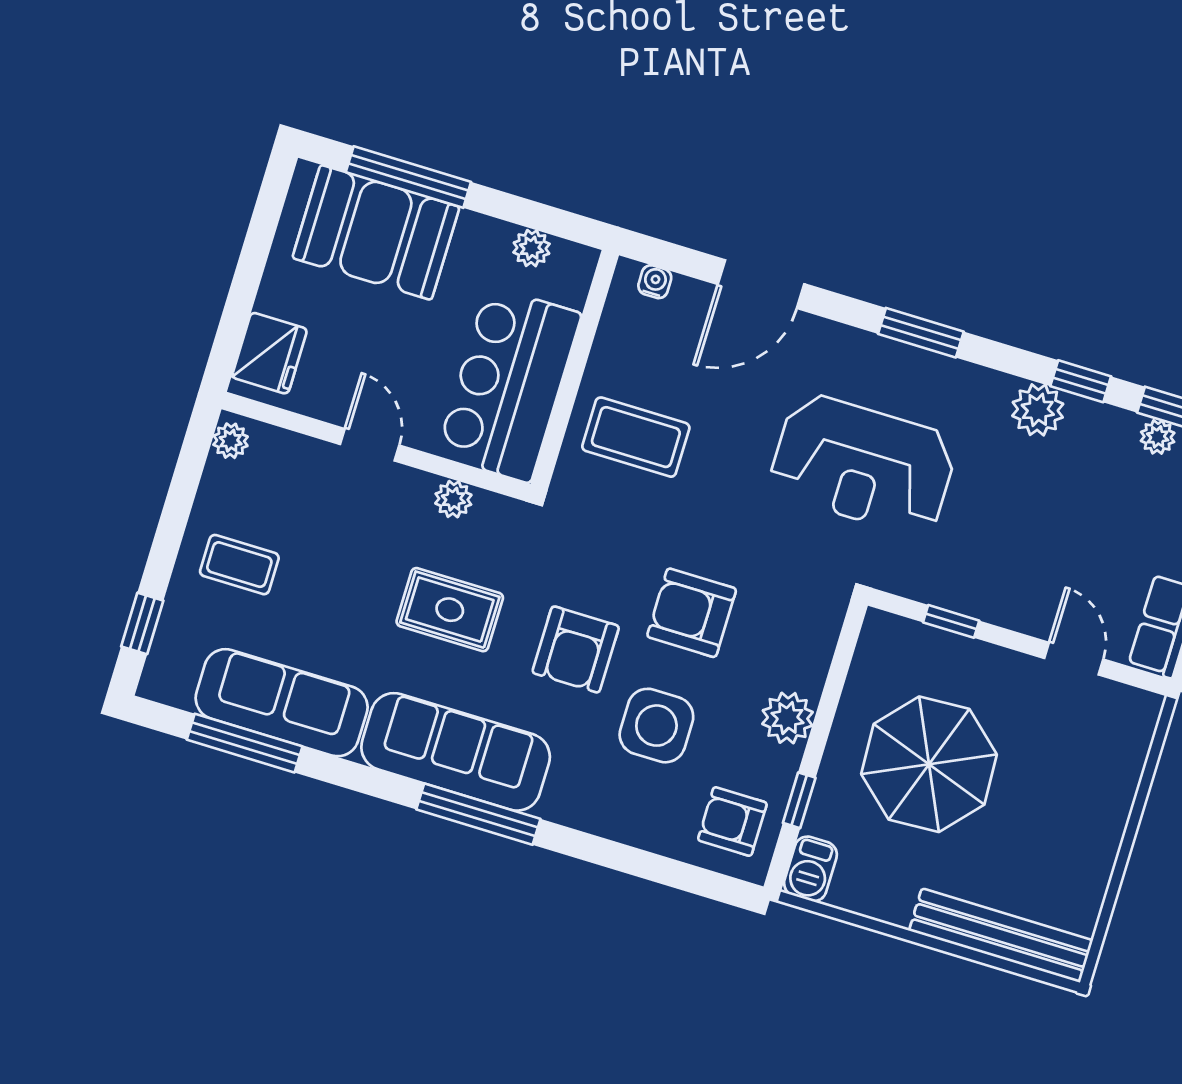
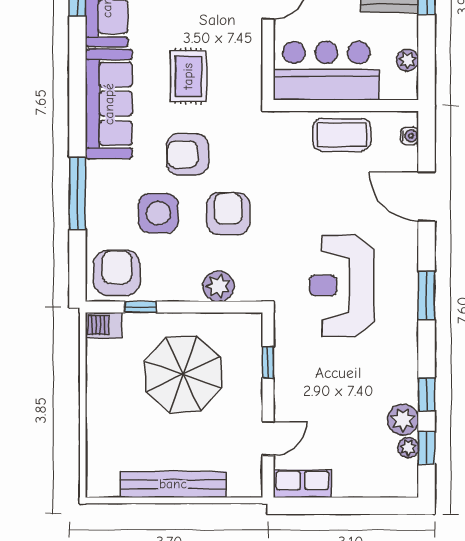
plant: (1038, 410) -> (403, 420), moved
coffee table: (636, 437) -> (342, 135), moved, turned 90
plant: (453, 499) -> (252, 59), removed
plant: (788, 718) -> (218, 286), moved
window: (478, 814) -> (77, 193), moved
armchair: (732, 821) -> (117, 273), width x1.38, depth x1.38
bench: (1001, 935) -> (173, 484), moved, turned 90

